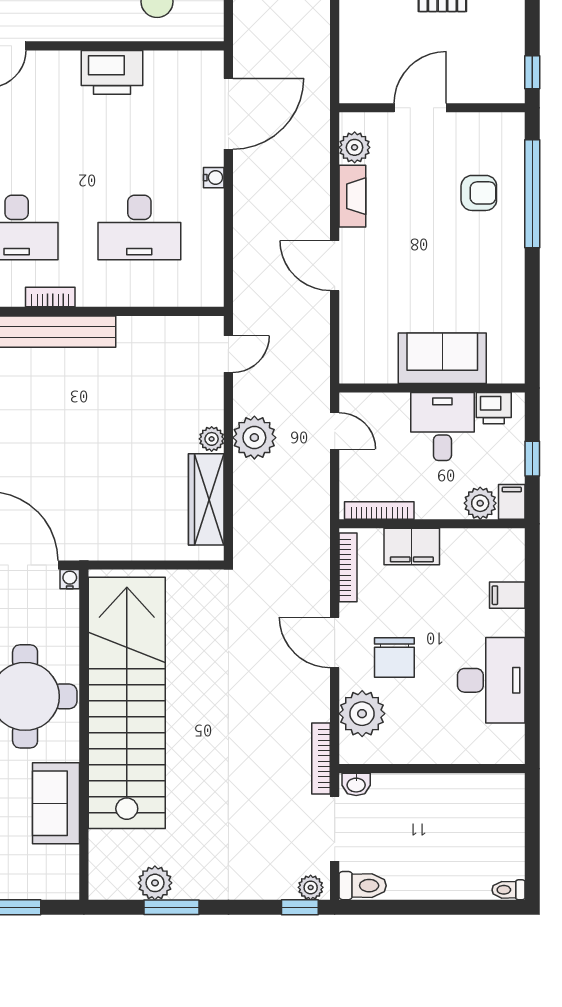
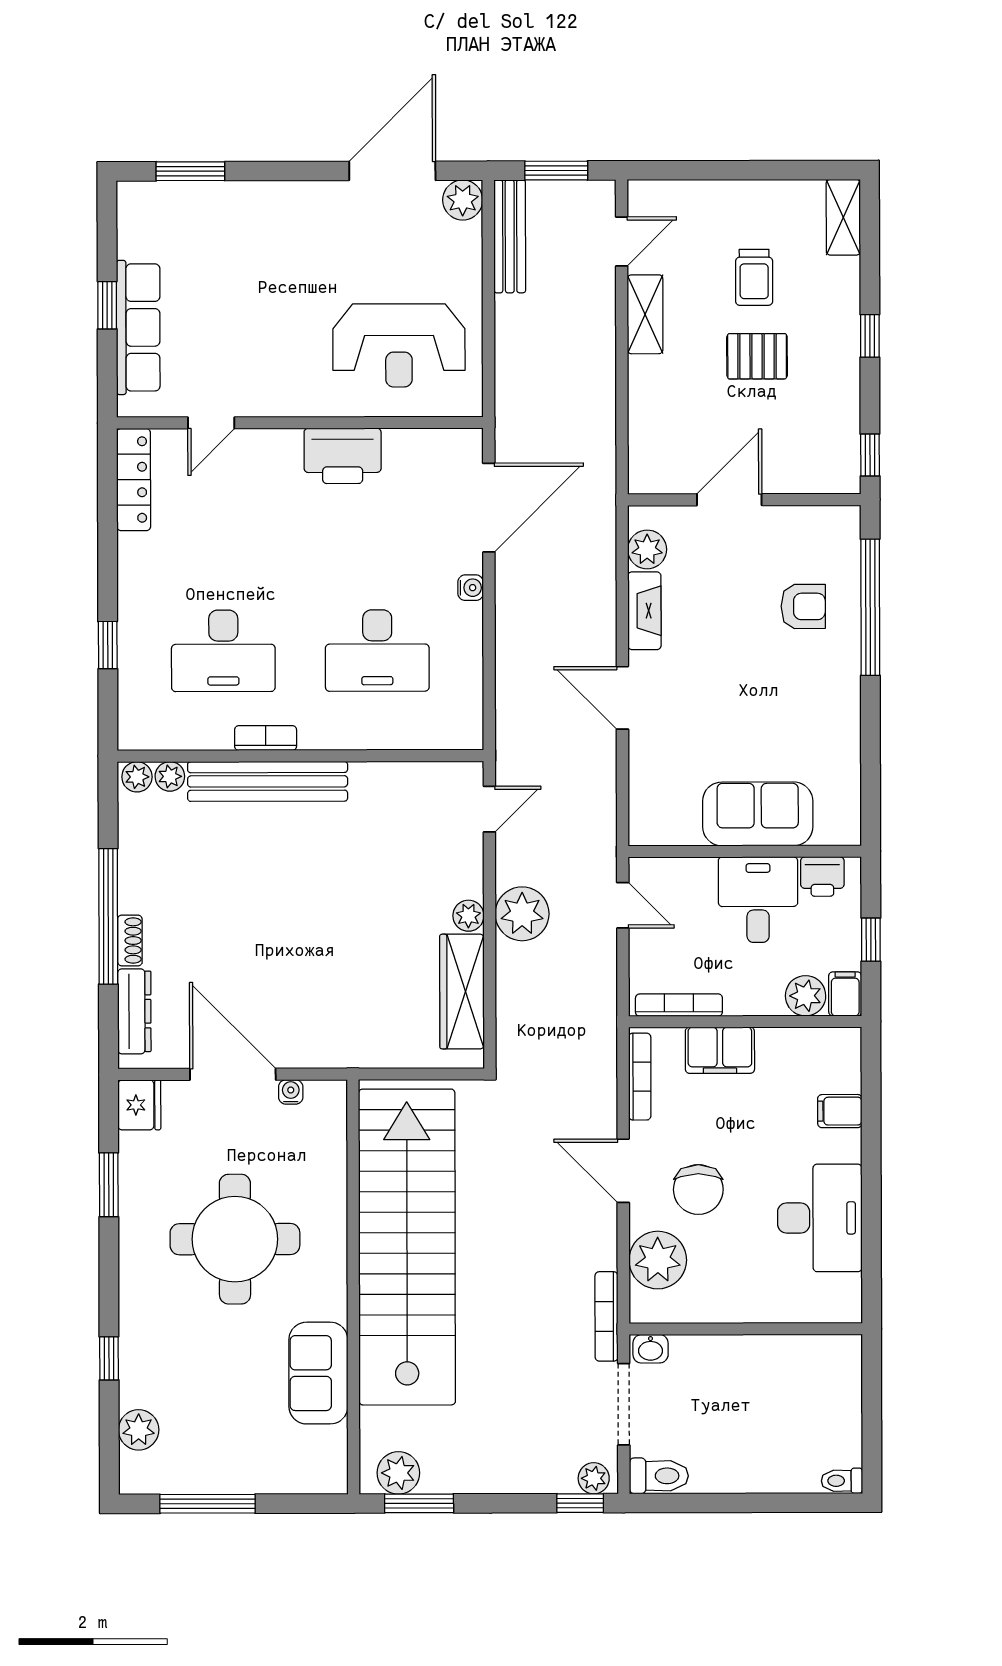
stairs: (127, 703) -> (407, 1247), moved
wall: (84, 735) -> (353, 1287), moved
sofa: (56, 803) -> (318, 1373), moved

